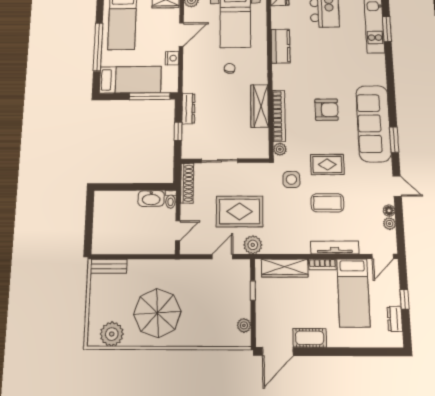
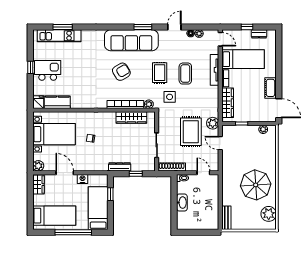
kitchen counter: (281, 46) -> (57, 102), moved
window: (150, 96) -> (110, 194), width x0.46
wardrobe: (260, 106) -> (131, 118), moved
armchair: (326, 110) -> (121, 72), turned 60
washbasin: (151, 199) -> (182, 203), moved

